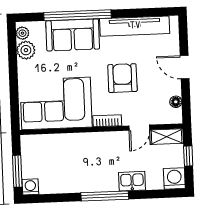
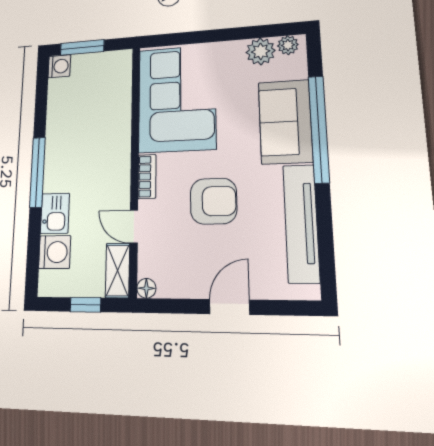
floor lamp: (176, 102) -> (146, 288), moved
washing machine: (174, 178) -> (55, 252), moved

